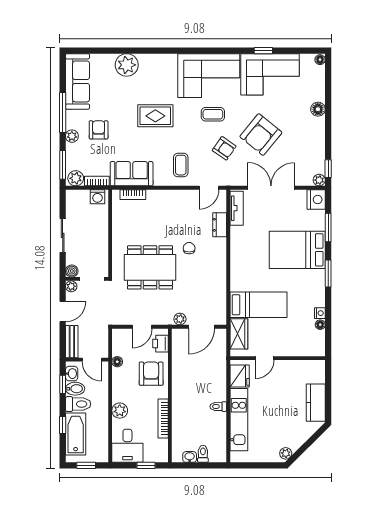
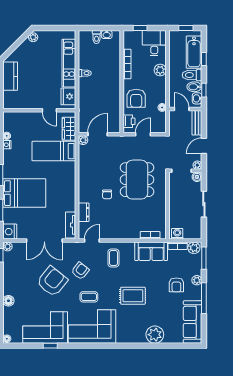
armchair: (224, 148) -> (80, 271), turned 93
dining table: (150, 267) -> (137, 180), turned 90
plant: (180, 319) -> (83, 140), moved
door: (265, 358) -> (49, 110), swing flipped

